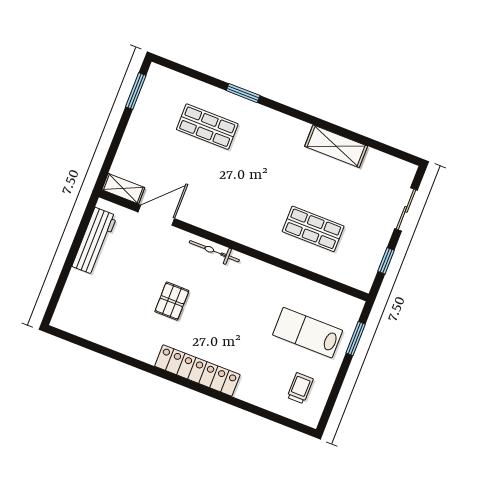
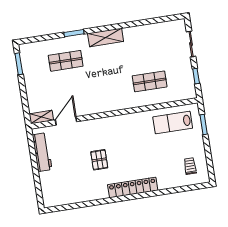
shelving: (336, 146) -> (106, 37), moved
bicycle: (214, 251) -> (106, 122), removed
lab bench: (308, 333) -> (173, 123), moved

